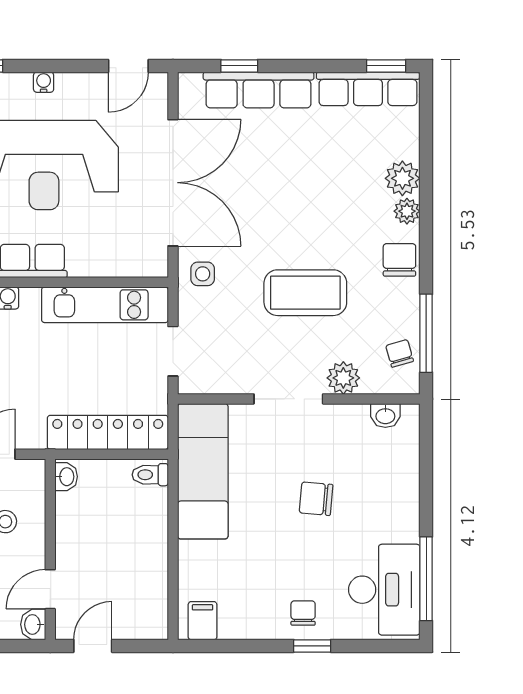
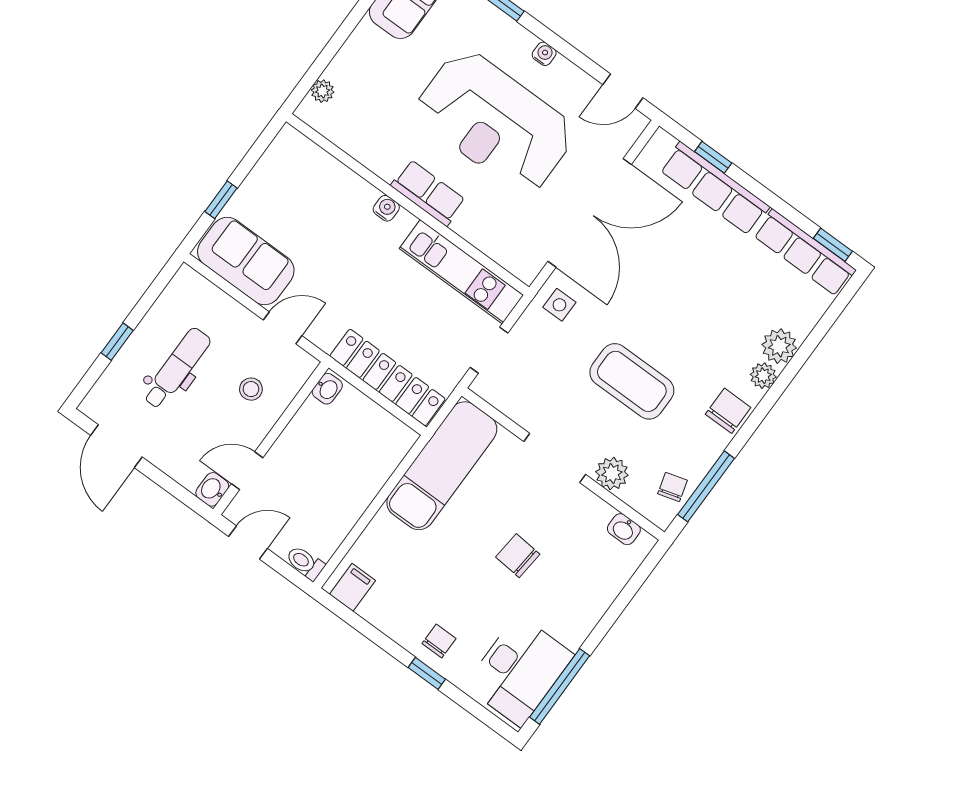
toilet: (150, 475) -> (305, 563), moved

